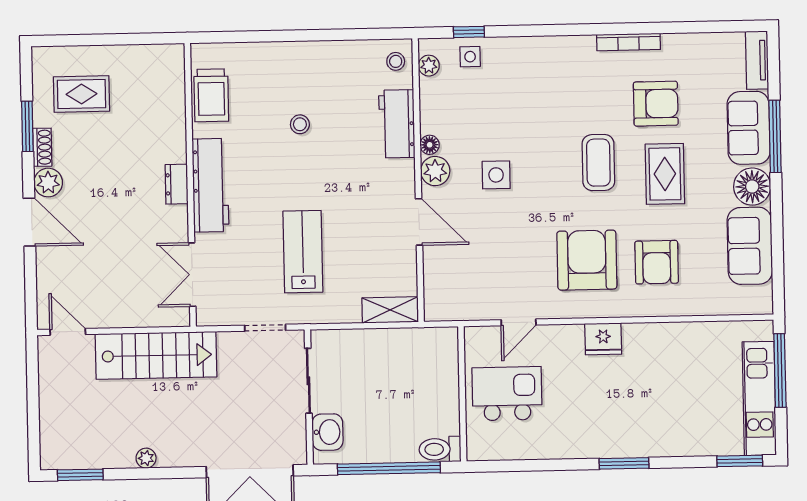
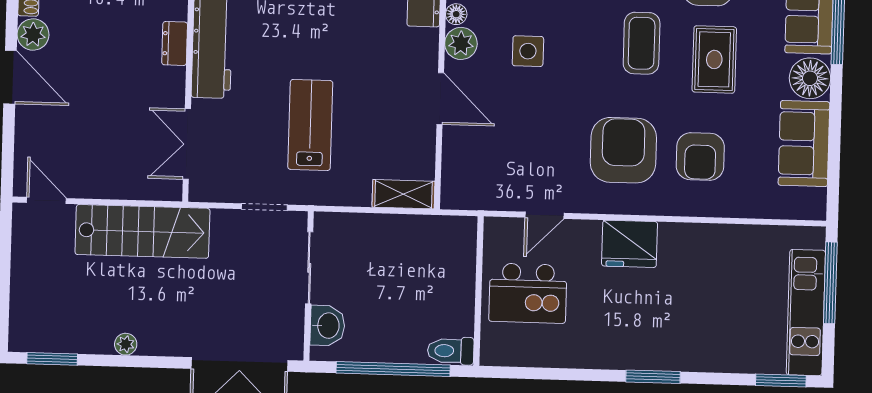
fridge: (603, 339) -> (630, 244), width x1.36, depth x1.34
kitchen island: (507, 394) -> (528, 293), turned 180

